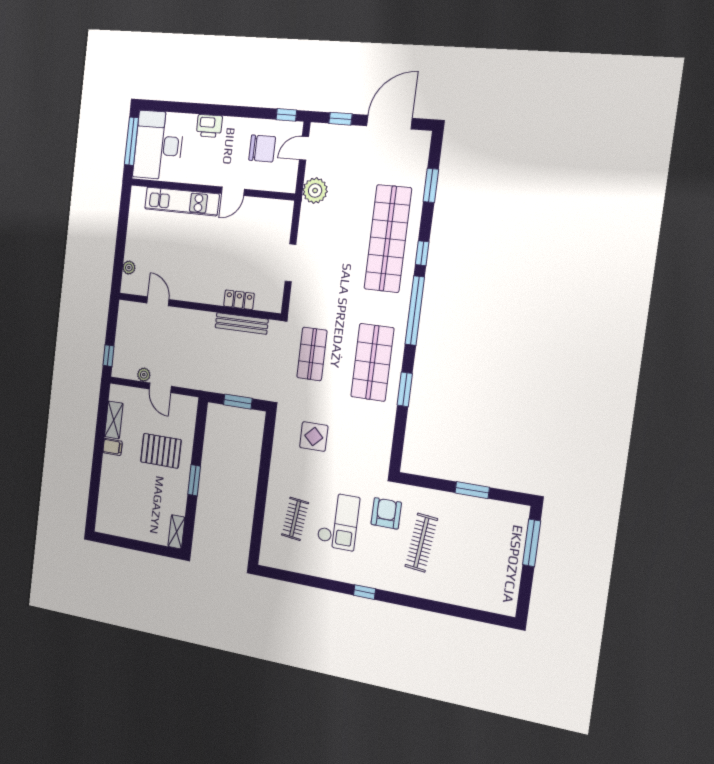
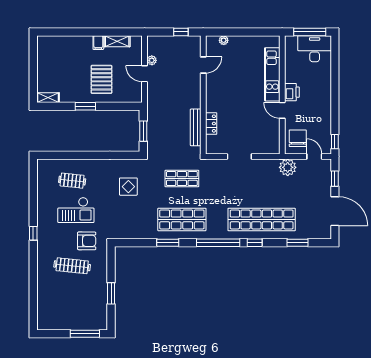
printer: (209, 126) -> (292, 92), moved, turned 180
desk: (159, 145) -> (315, 49), width x0.73, depth x0.77
chair: (262, 148) -> (298, 138), moved, turned 180
window: (109, 356) -> (181, 32), moved
door: (160, 388) -> (145, 74), hinge flipped

